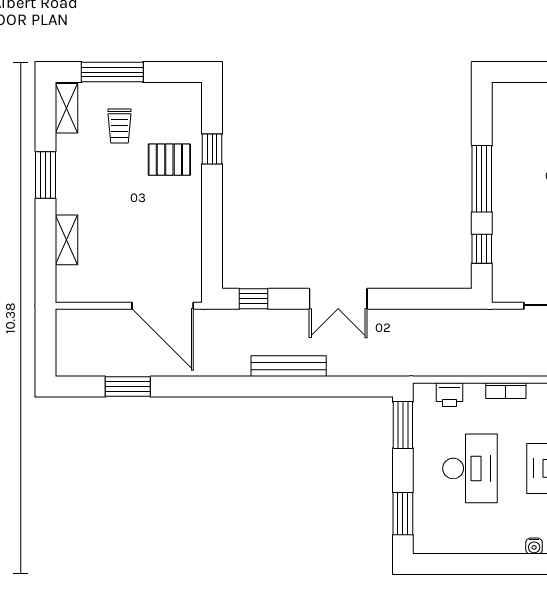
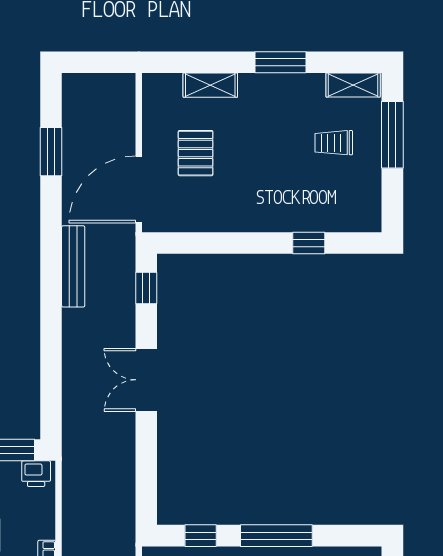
pallet: (169, 160) -> (196, 153), moved
bench: (289, 366) -> (73, 266), moved
printer: (450, 395) -> (36, 474), moved, turned -90

